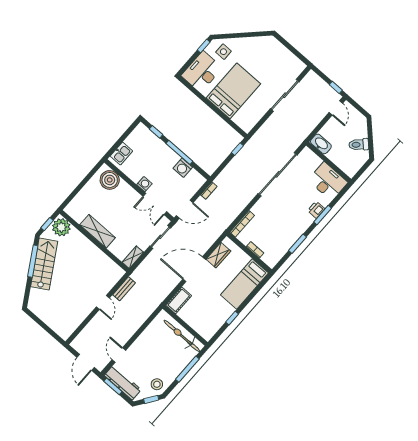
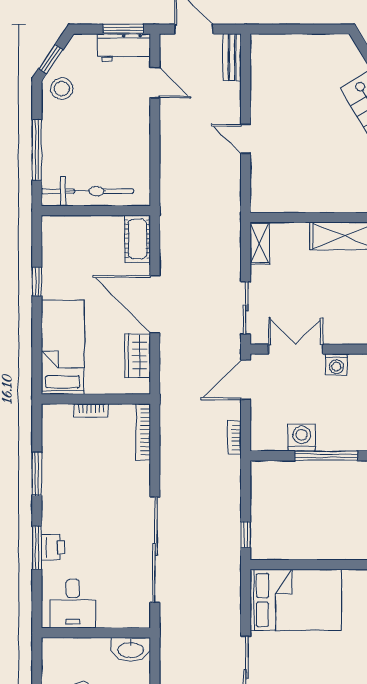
bed: (233, 91) -> (296, 600), moved, turned -90
desk: (328, 181) -> (73, 604), width x0.73
door: (194, 269) -> (155, 304), swing flipped
bench: (124, 289) -> (232, 57), moved
workbench: (123, 383) -> (124, 47), width x0.73

